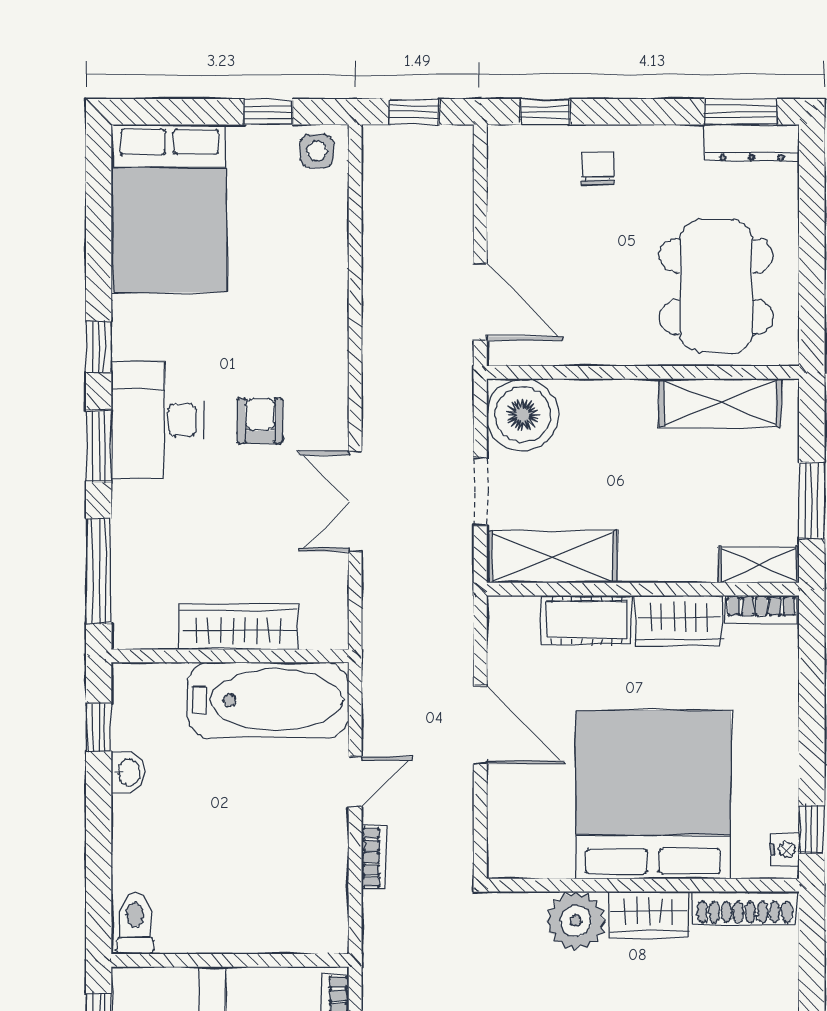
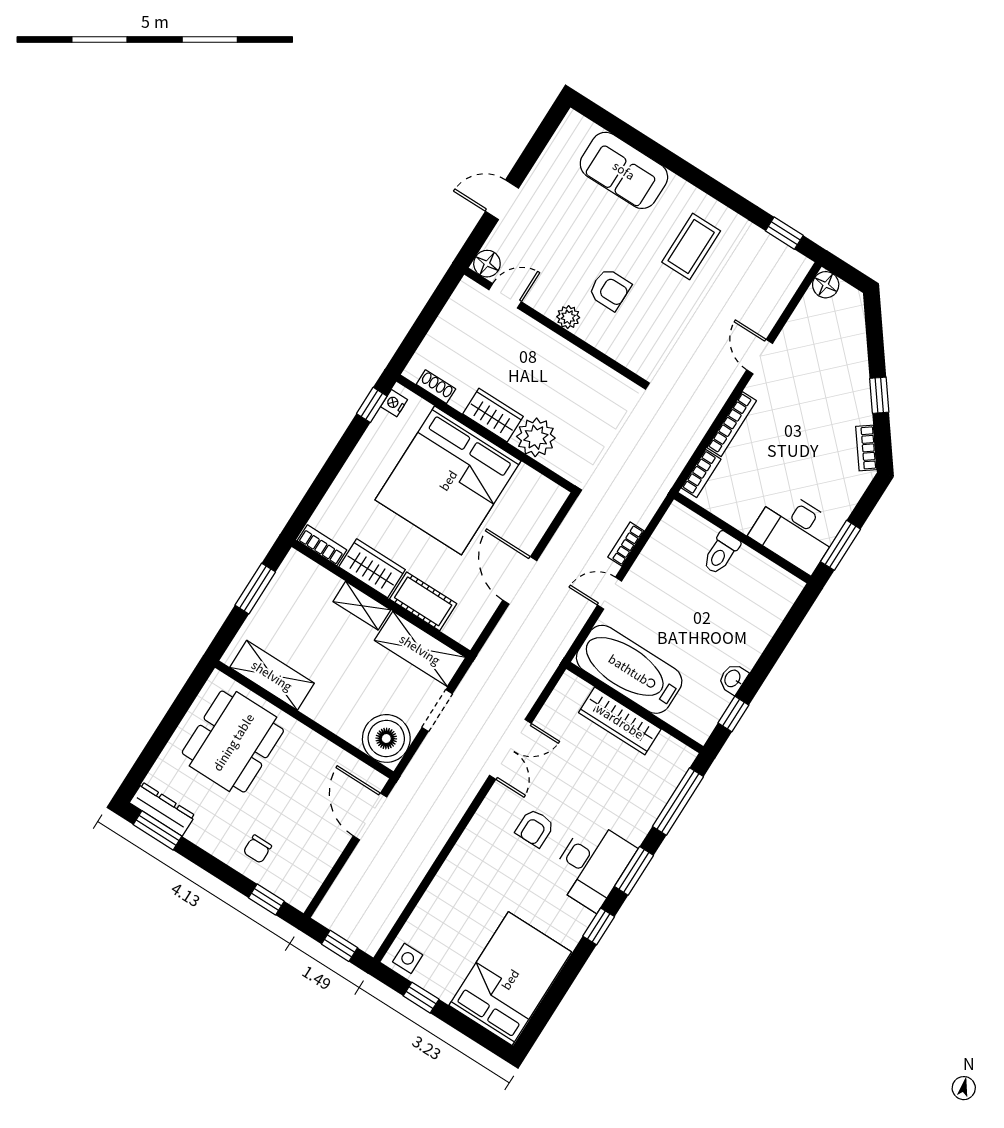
shelving: (759, 565) -> (362, 606), moved
shoe rack: (744, 908) -> (436, 387), width x0.51, depth x0.81
toilet: (135, 923) -> (721, 553), moved

